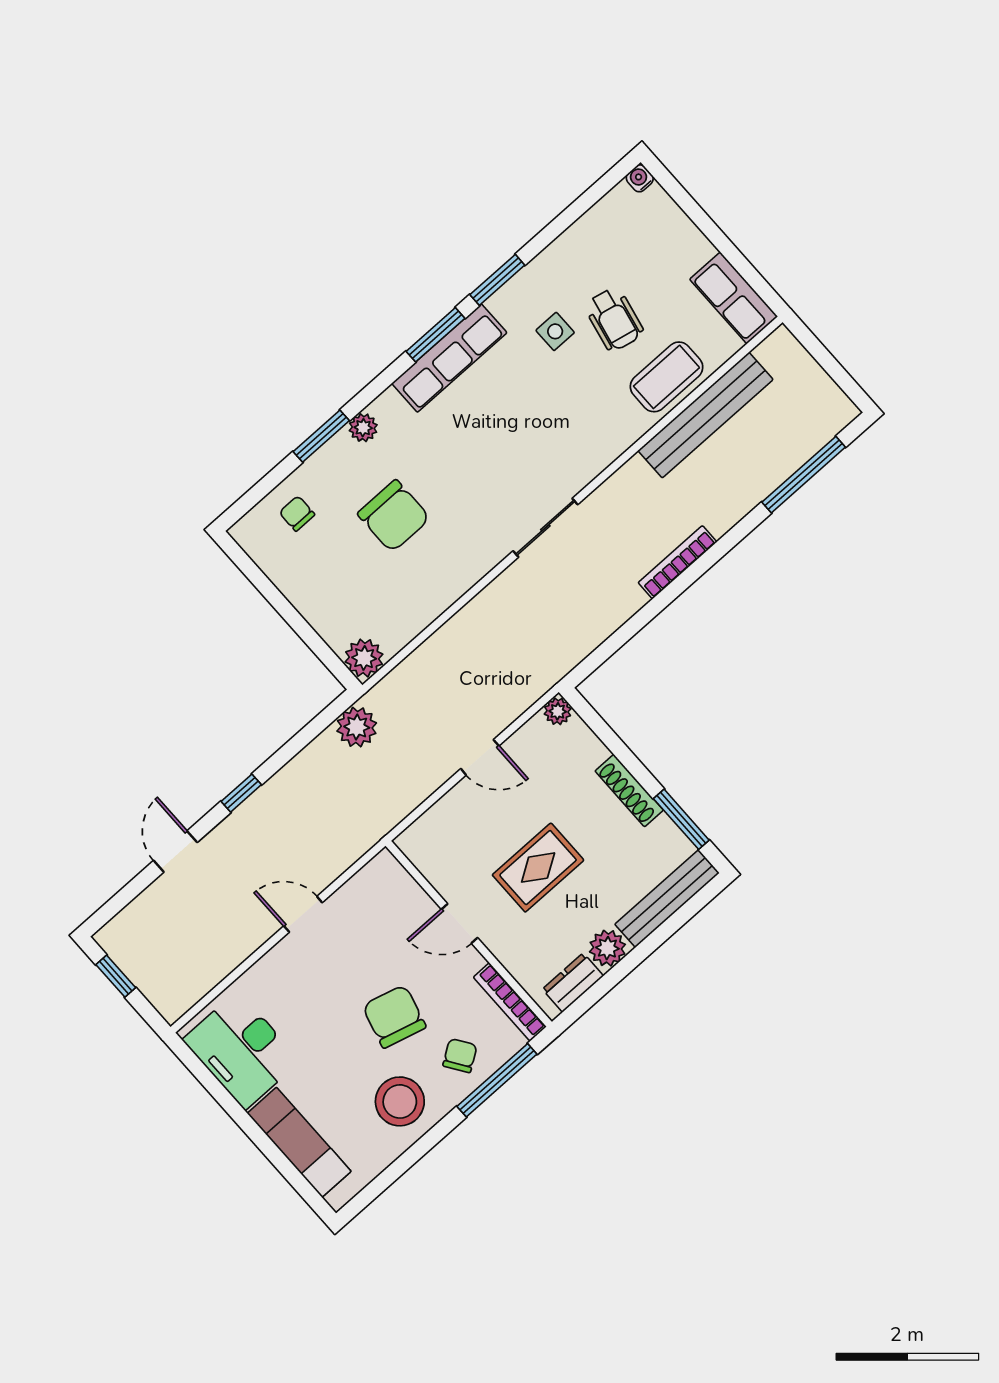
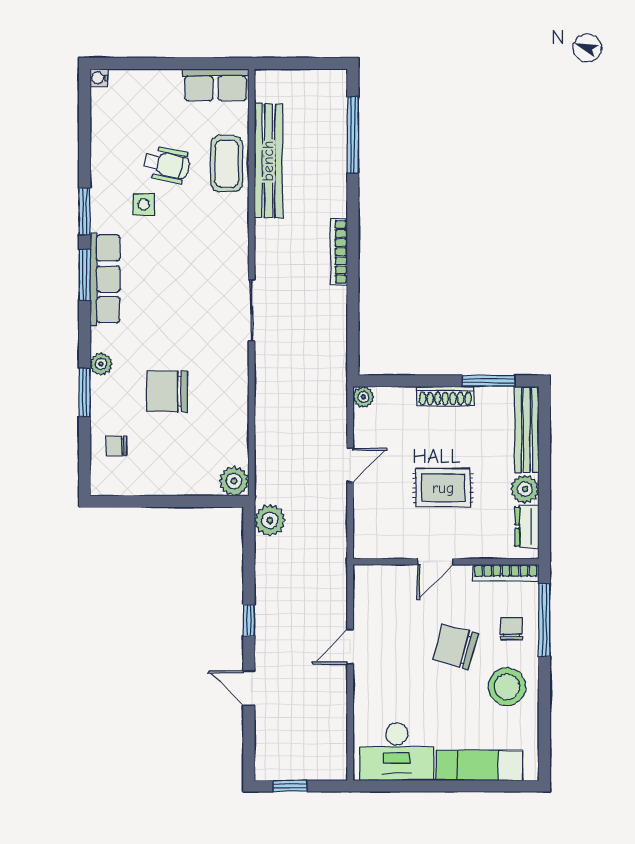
chair: (394, 516) -> (167, 391), turned 180
rug: (538, 868) -> (443, 488), turned 90
chair: (460, 1056) -> (511, 629), turned 34

